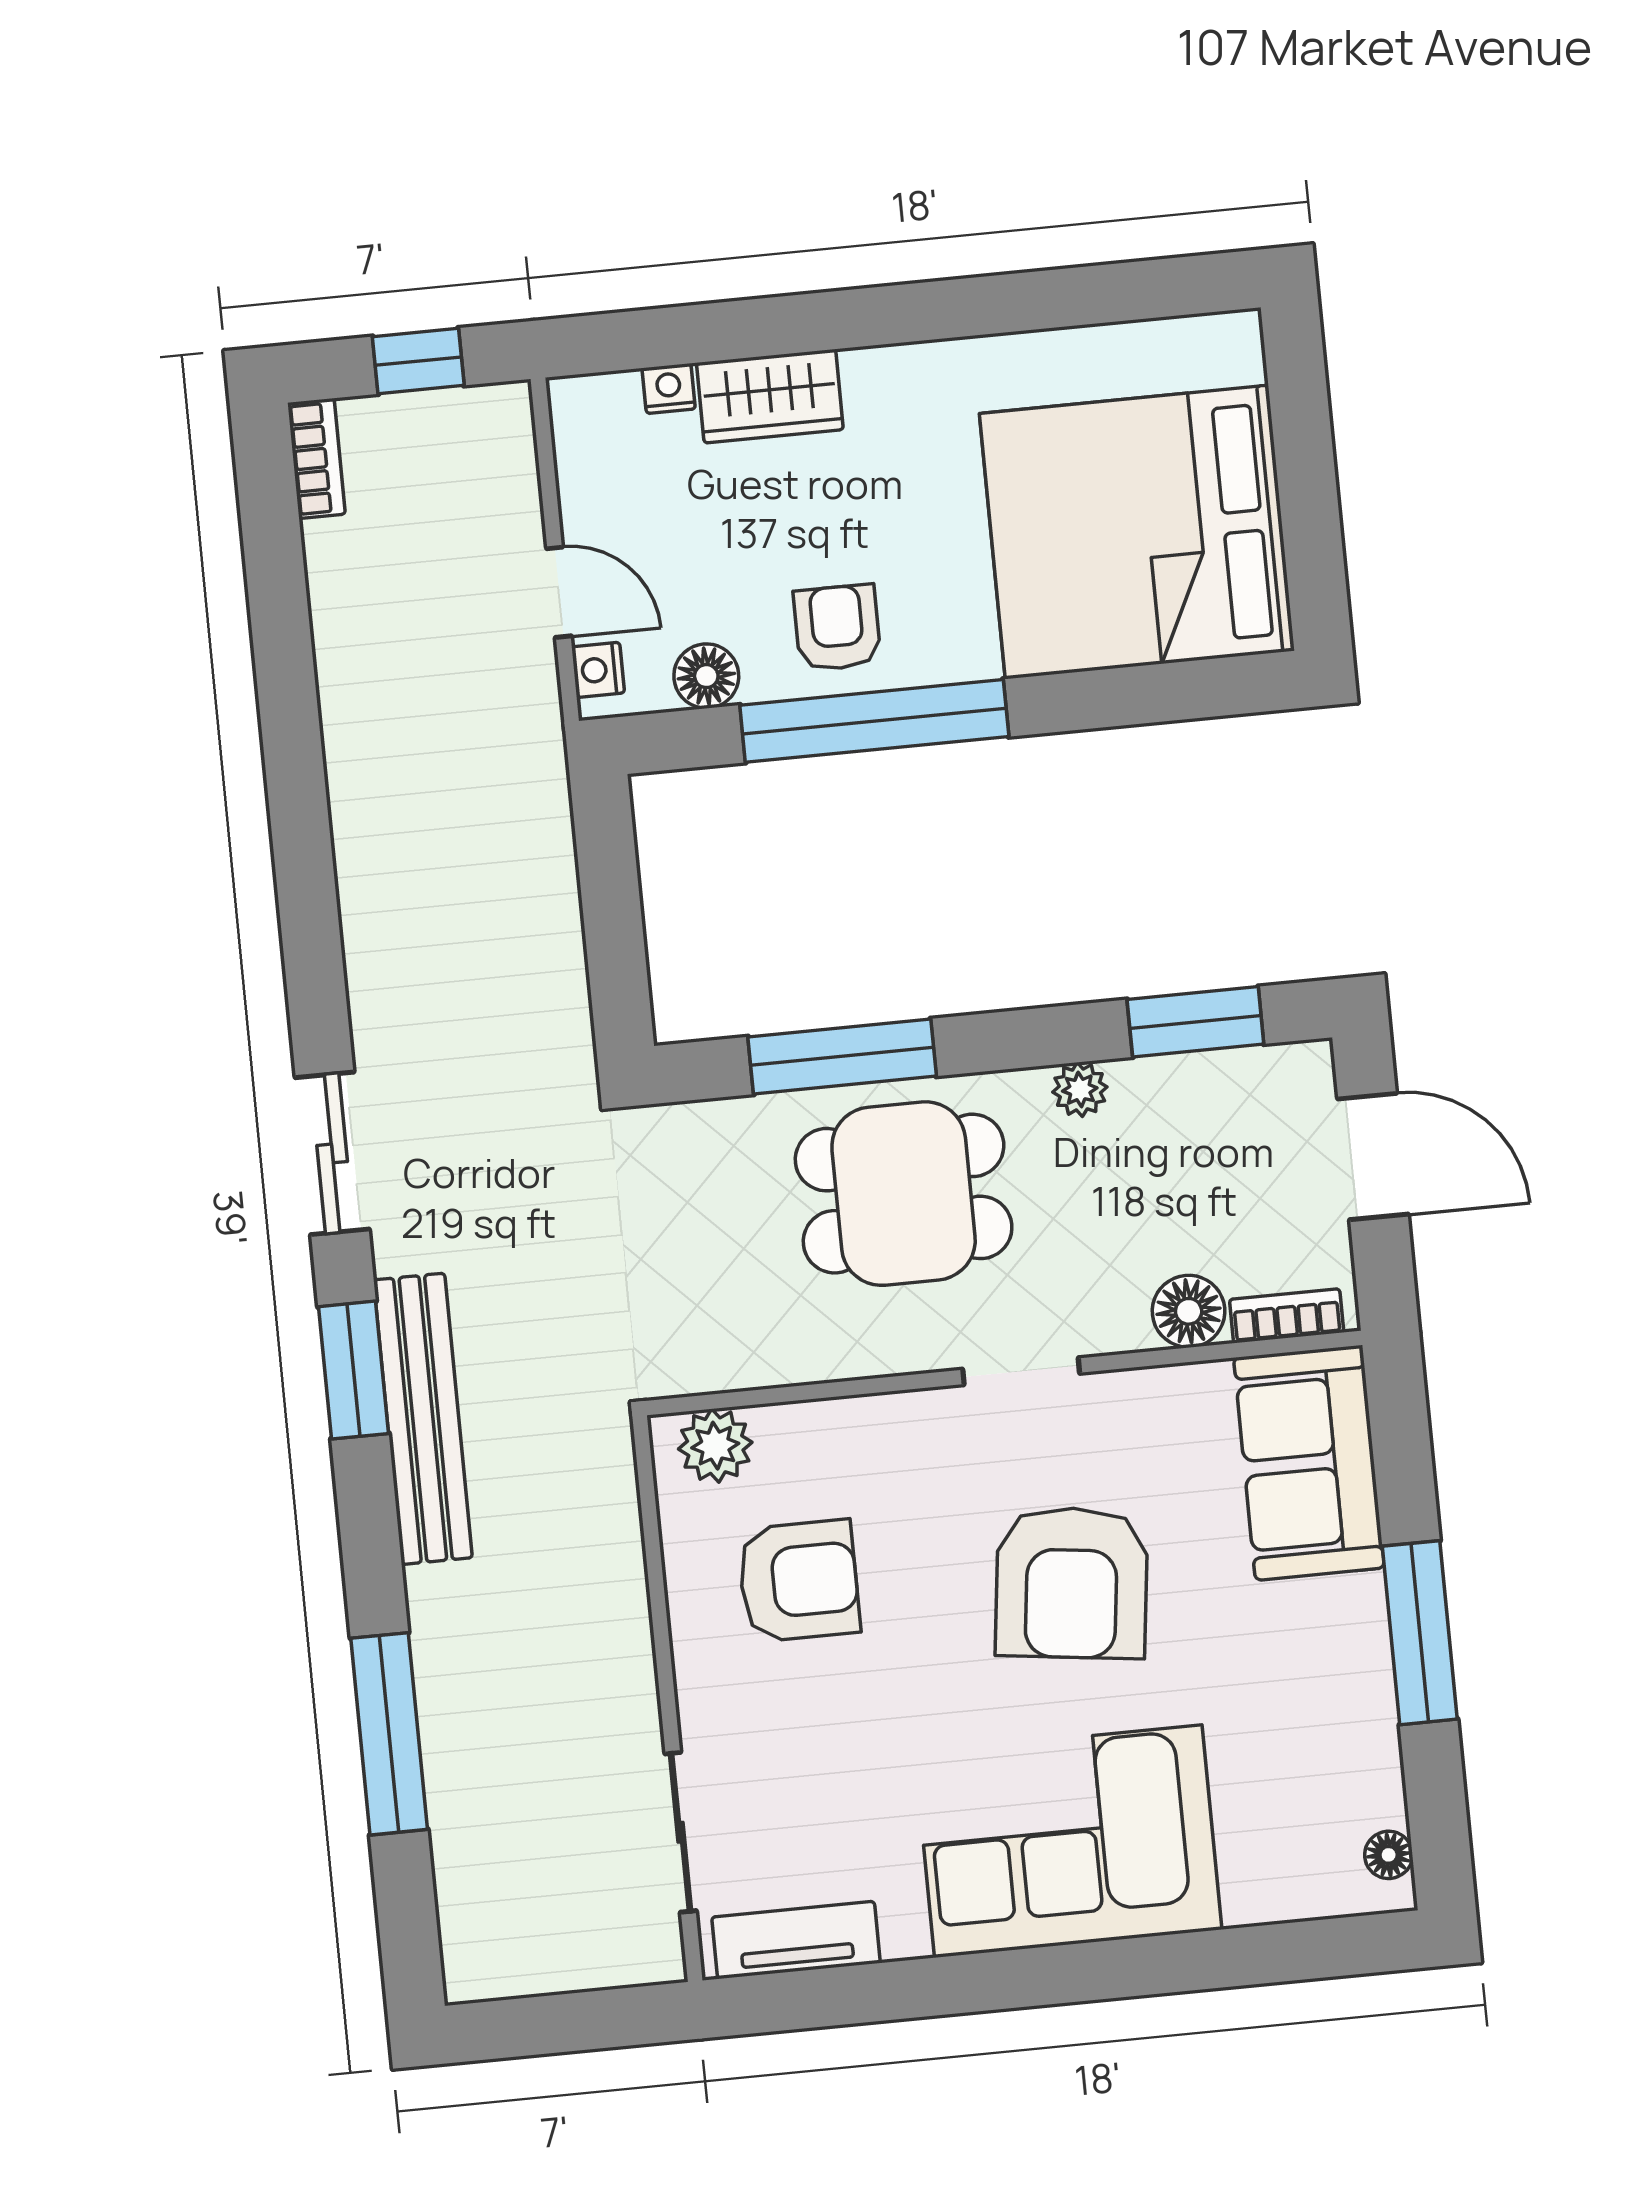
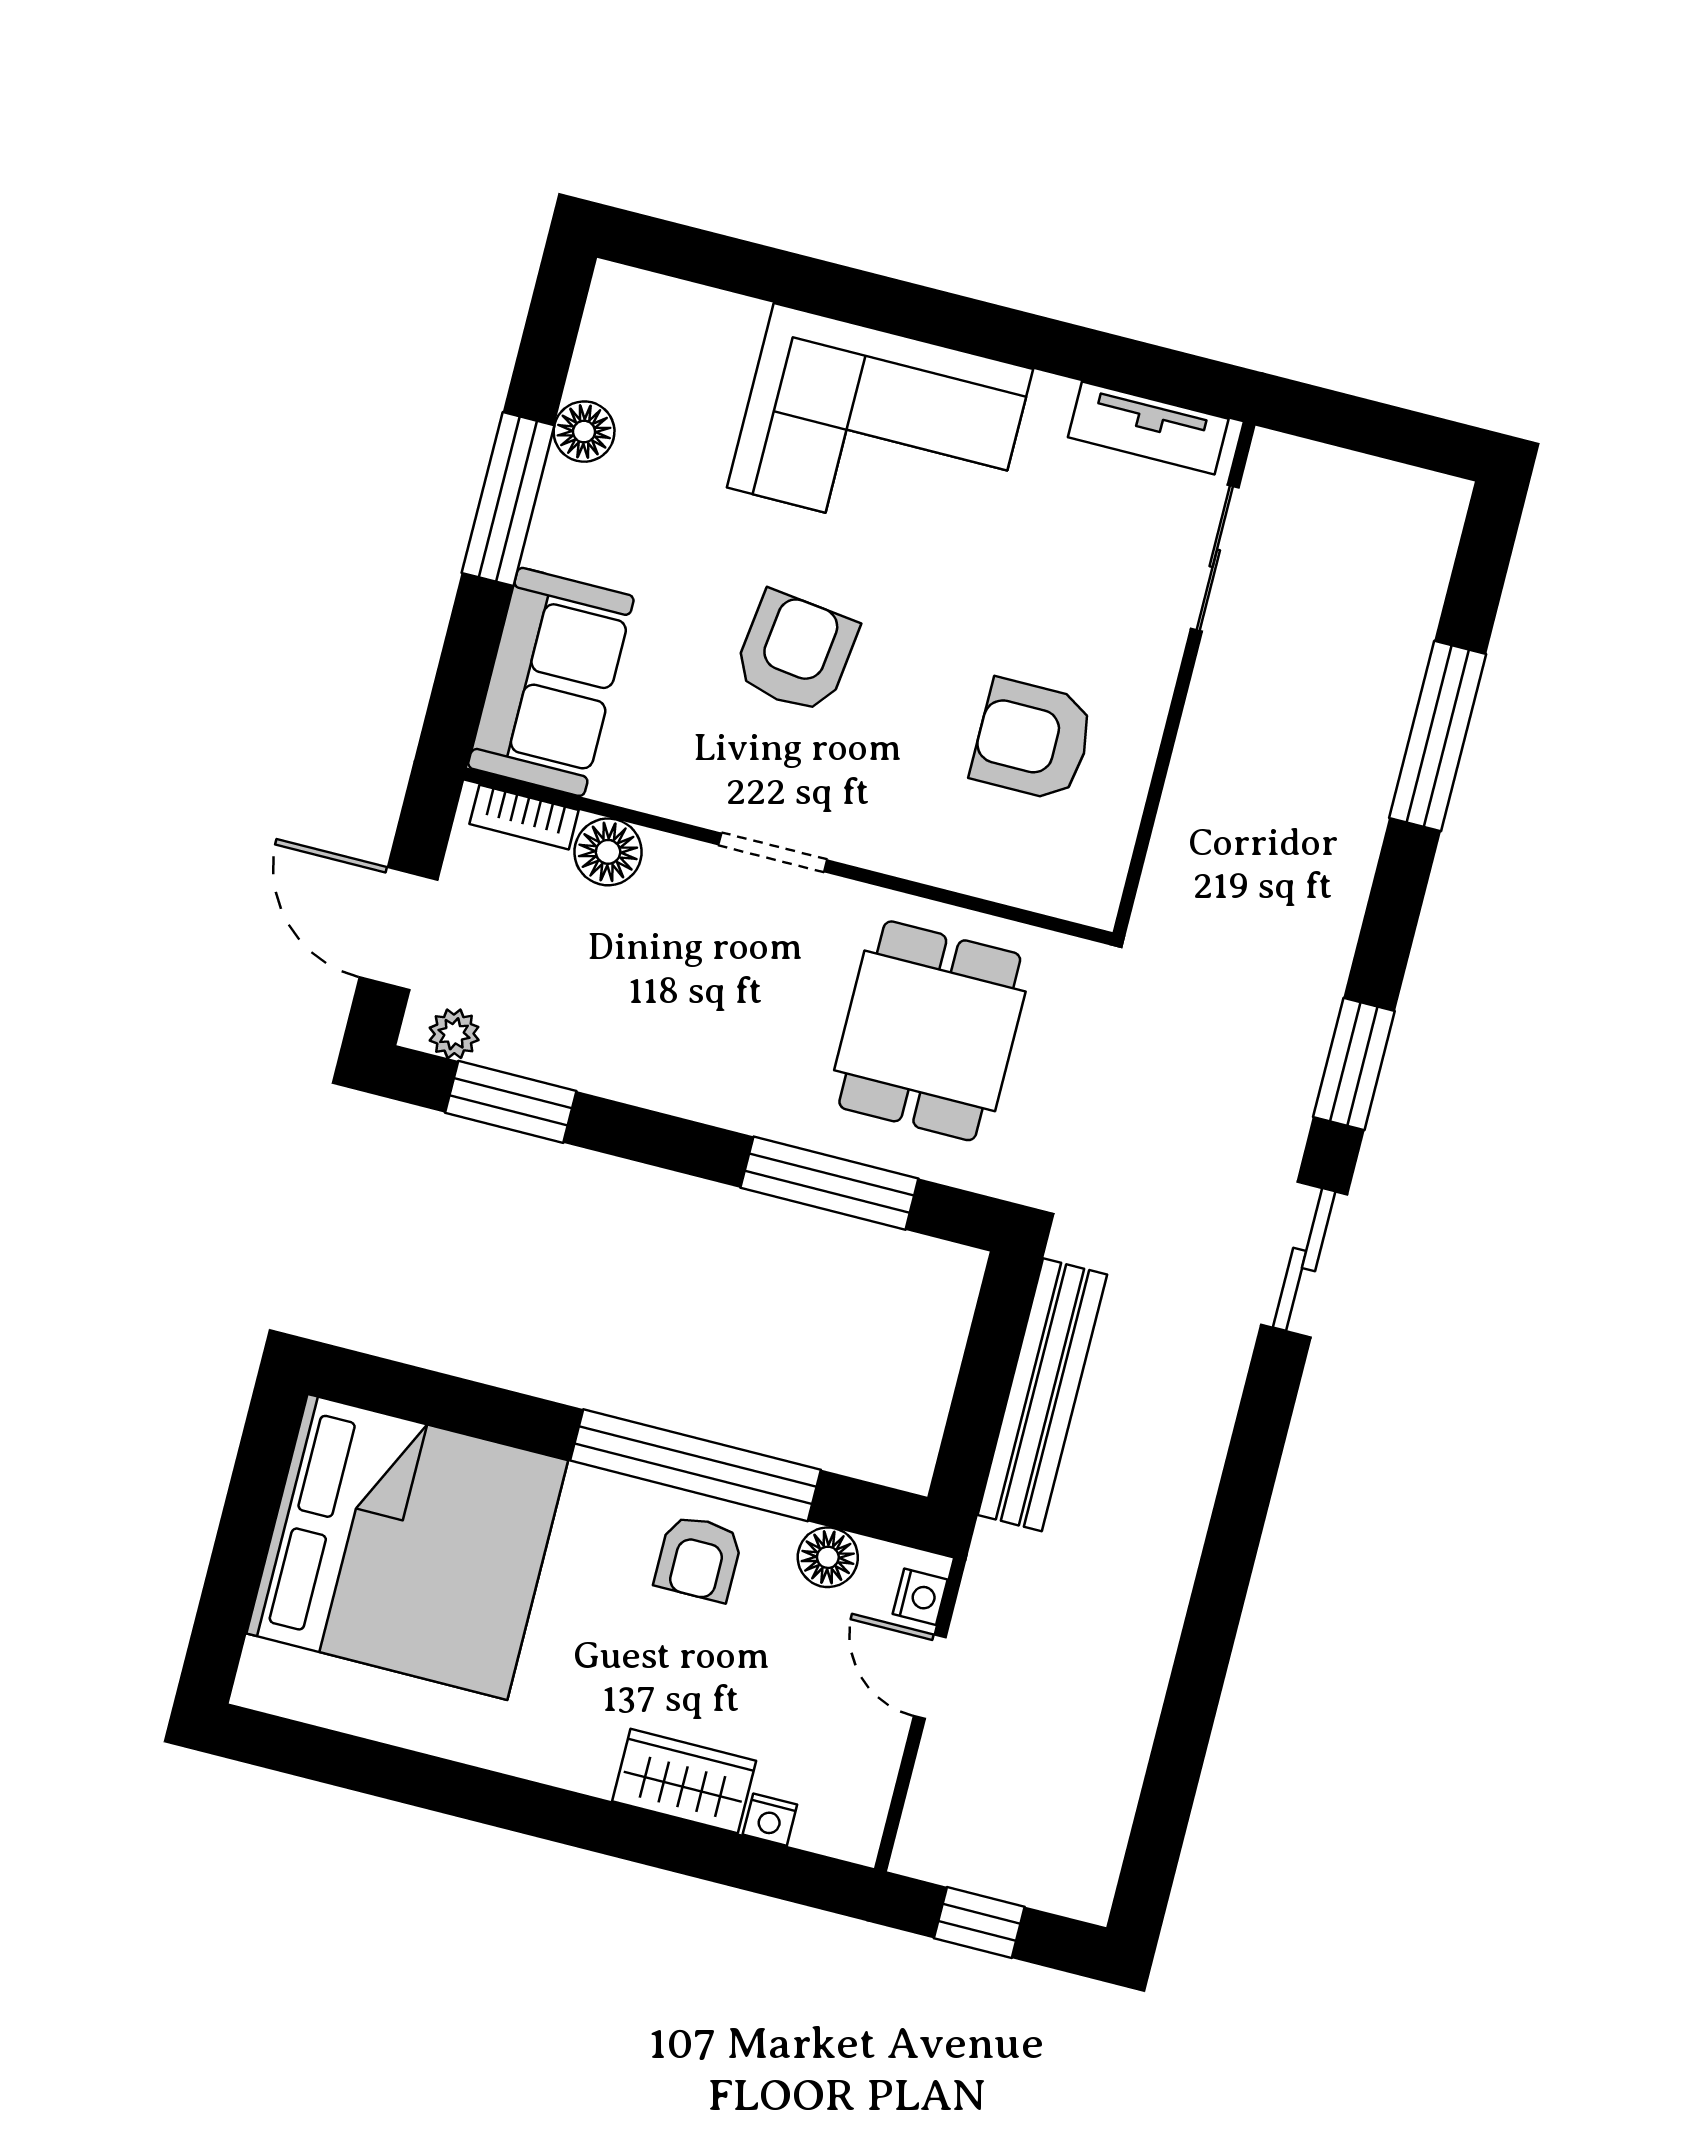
bookcase: (316, 458) -> (1099, 1870), removed
plant: (1080, 1090) -> (454, 1034), moved
dining table: (904, 1194) -> (930, 1031), moved, turned 90
bench: (423, 1419) -> (1042, 1395), moved
plant: (715, 1446) -> (1063, 884), removed
armchair: (1071, 1583) -> (796, 652), width x0.73, depth x0.73
floor lamp: (1389, 1855) -> (584, 432), moved, width x1.37, depth x1.37

